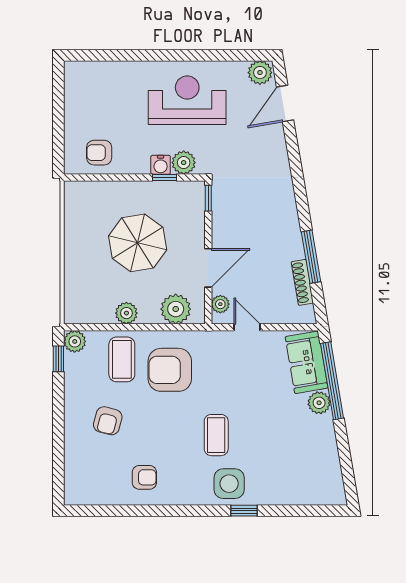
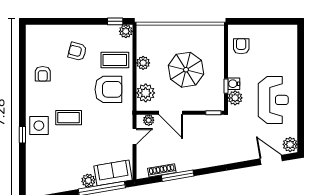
armchair: (170, 370) -> (108, 89), turned 90

